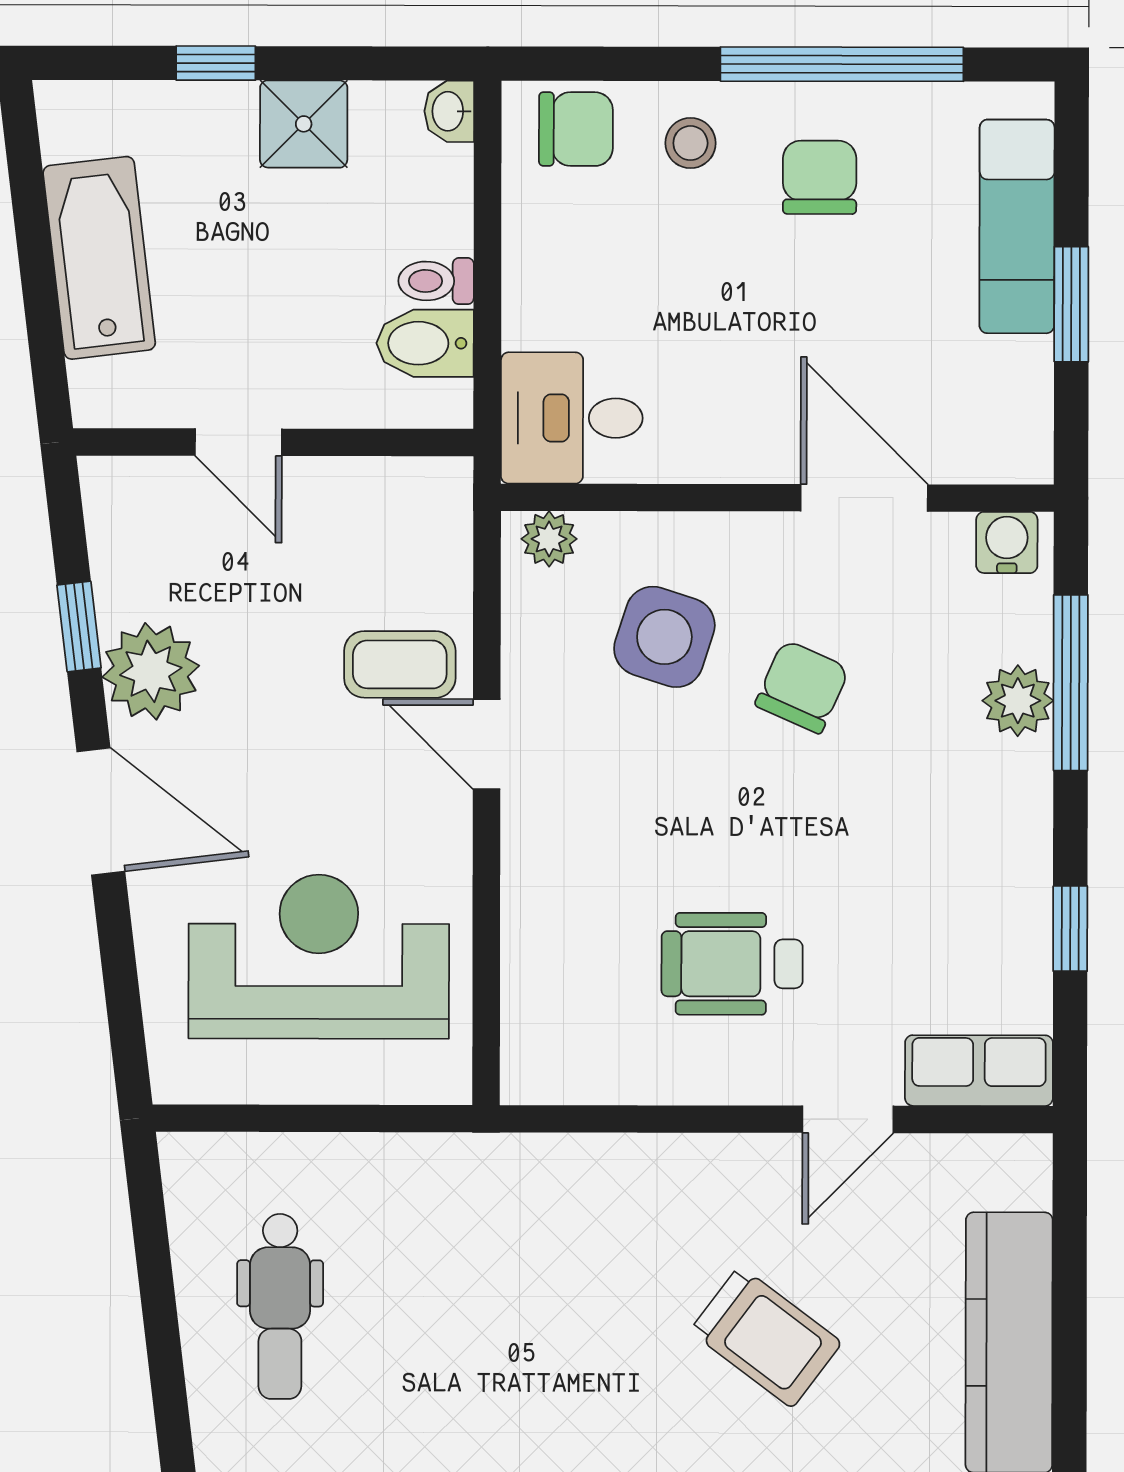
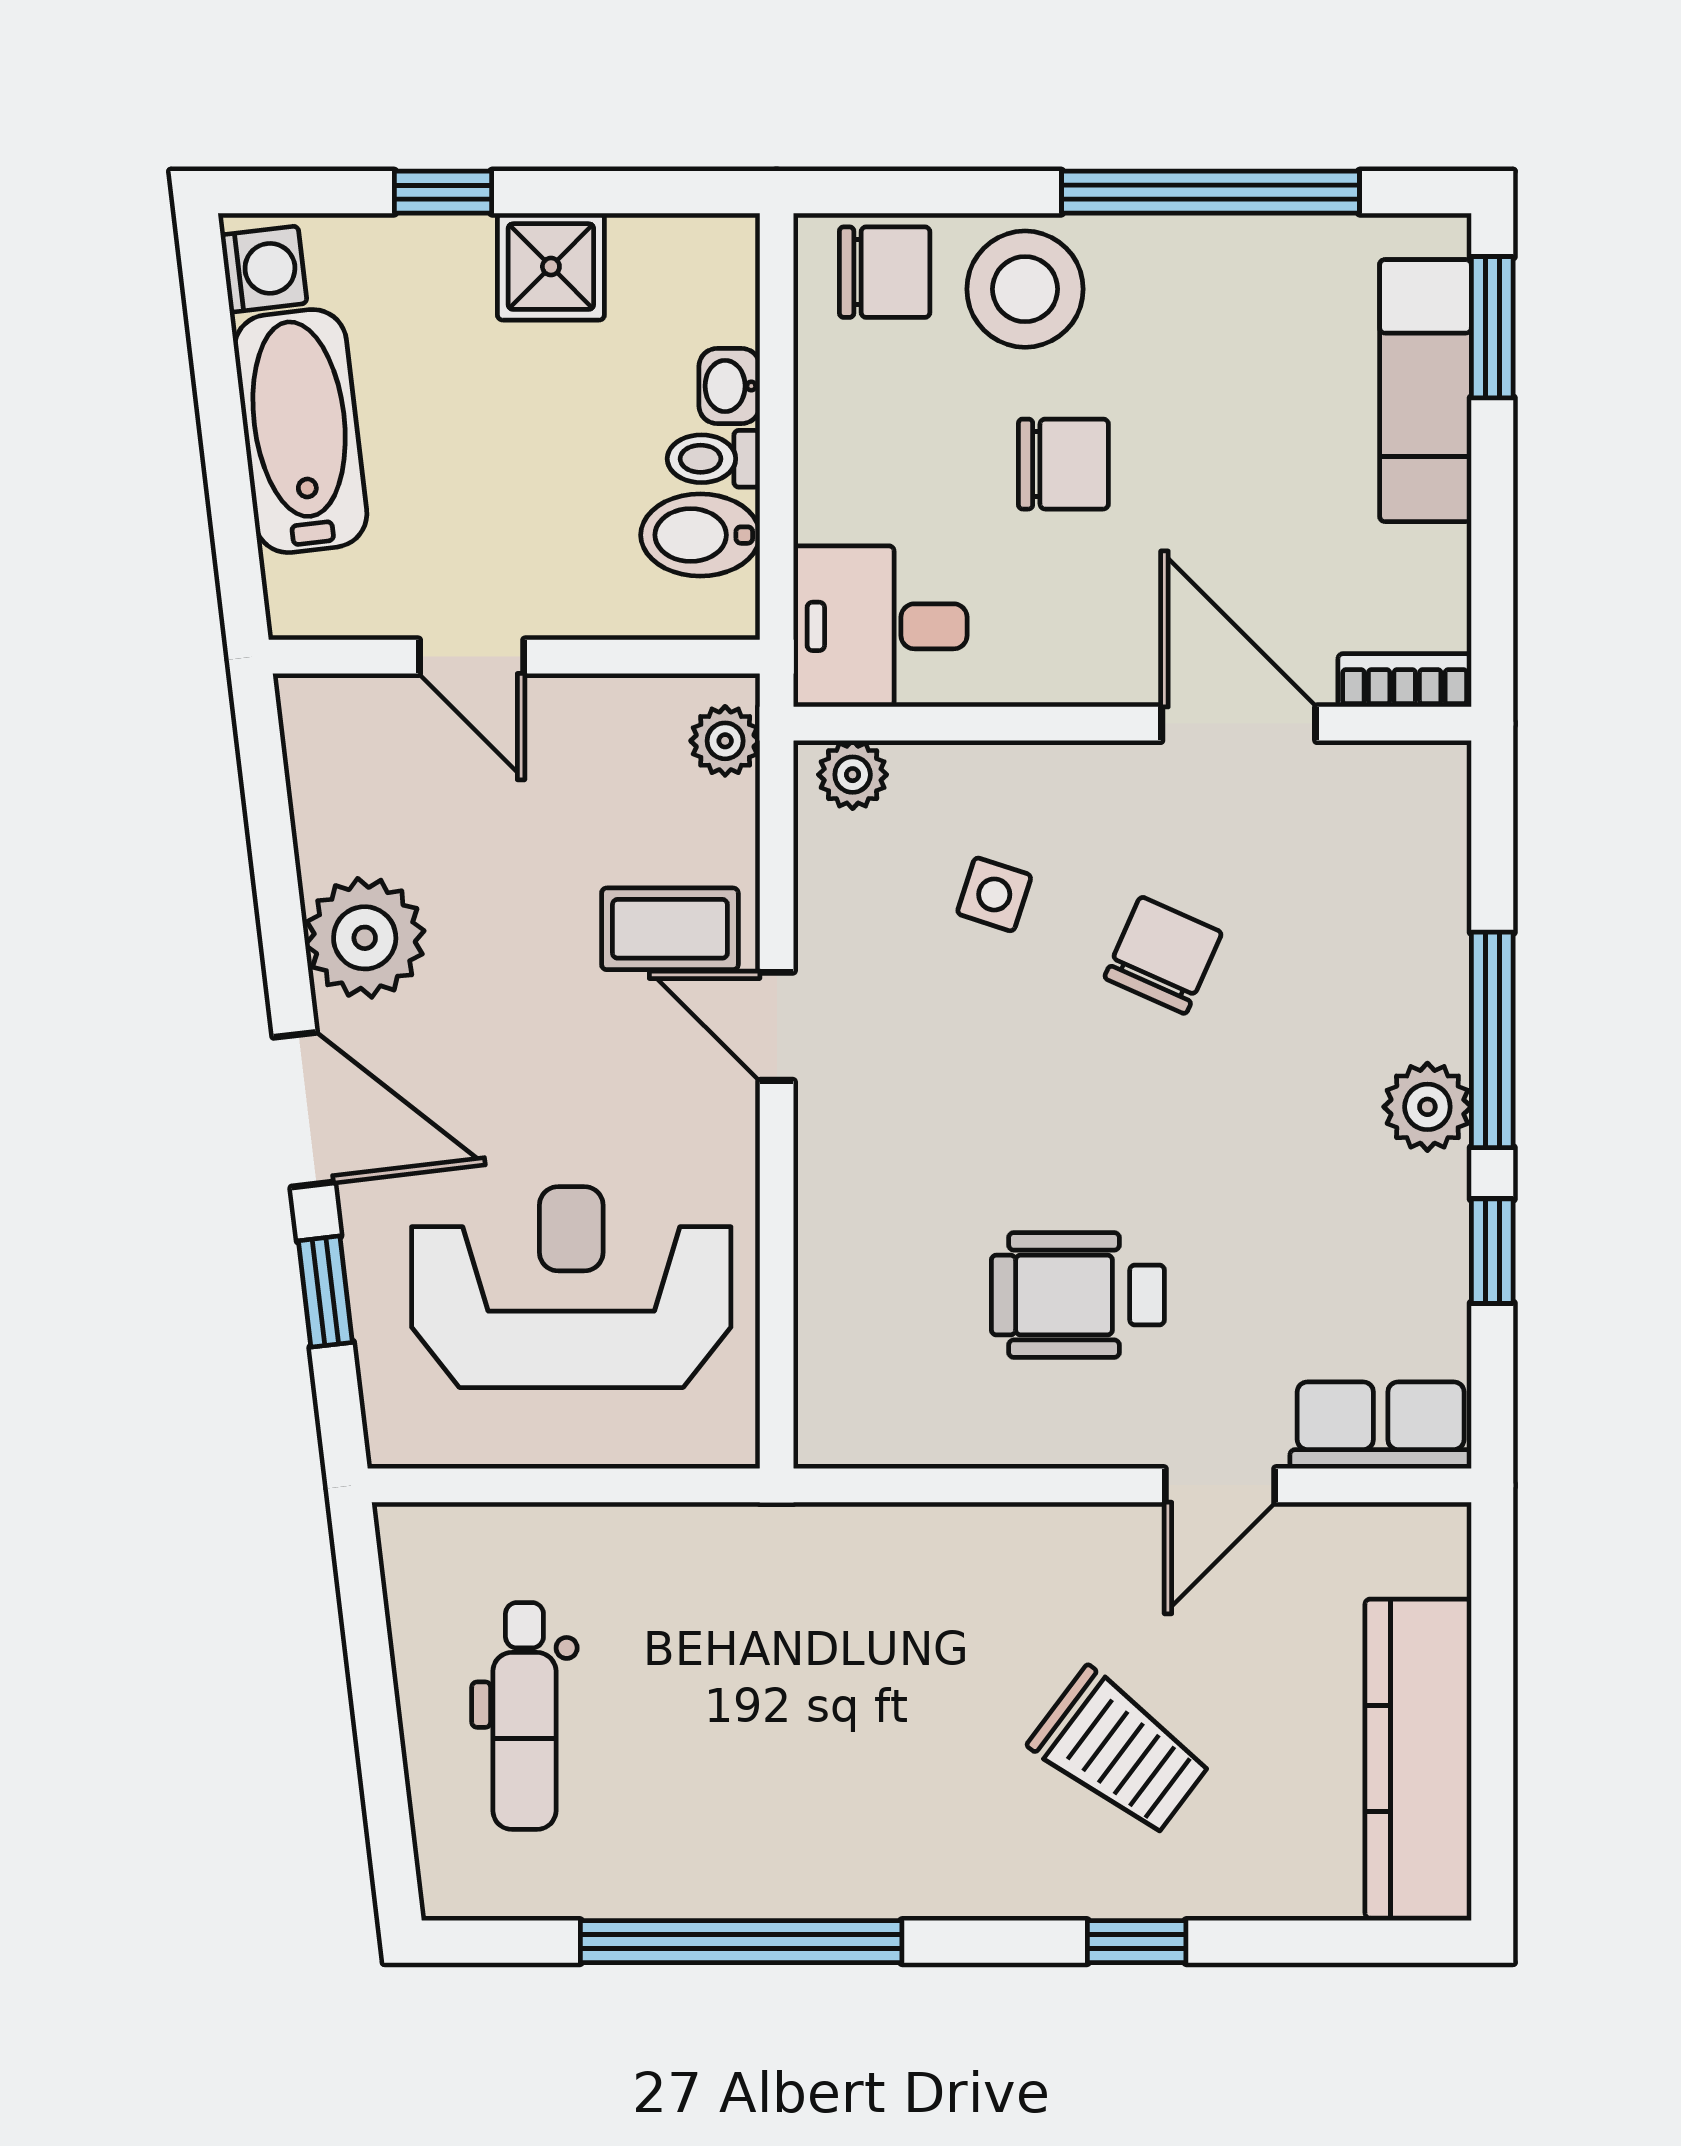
washbasin: (449, 111) -> (729, 386), moved
washing machine: (69, 126) -> (264, 269), added
stool: (690, 143) -> (1025, 289), width x1.89, depth x1.89
chair: (820, 177) -> (1063, 464), moved, turned 90
window: (1071, 304) -> (1492, 327), moved
bookcase: (1000, 463) -> (1405, 680), added
plant: (445, 511) -> (725, 741), added
water cooler: (1007, 542) -> (1414, 778), removed
window: (79, 627) -> (325, 1292), moved
side table: (664, 637) -> (994, 894), width x0.54, depth x0.54
window: (1071, 683) -> (1492, 1040), moved
plant: (1018, 701) -> (1427, 1107), moved

